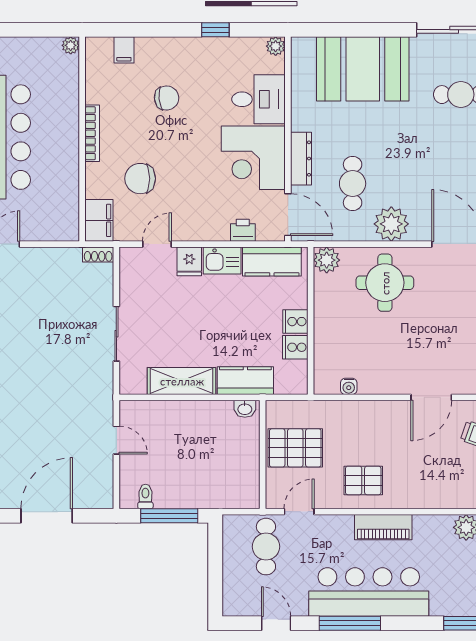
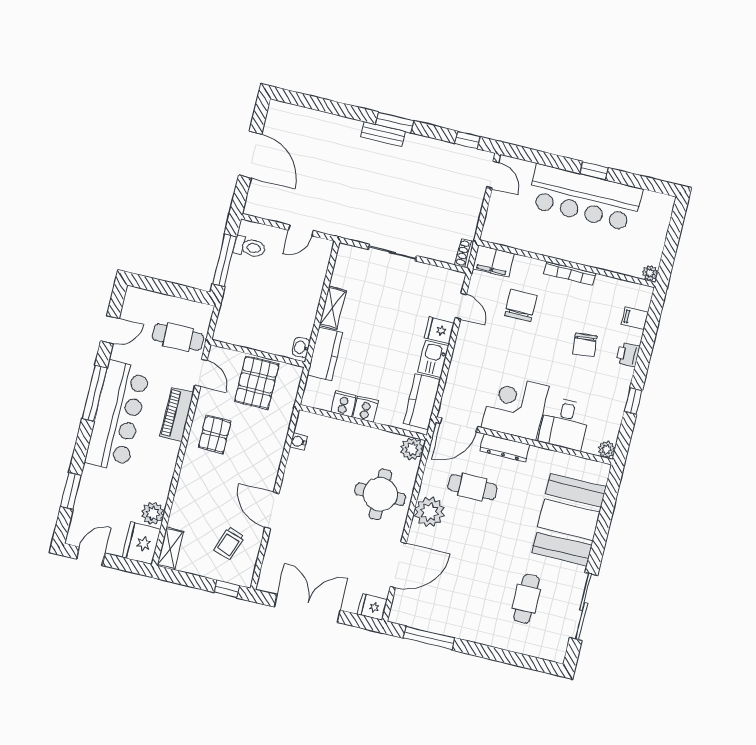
printer: (243, 230) -> (628, 355), moved, turned 180
shelving: (182, 381) -> (333, 308), width x0.67, depth x0.75
toilet: (145, 497) -> (250, 247), width x1.37, depth x1.39
piano: (383, 527) -> (177, 415), moved

